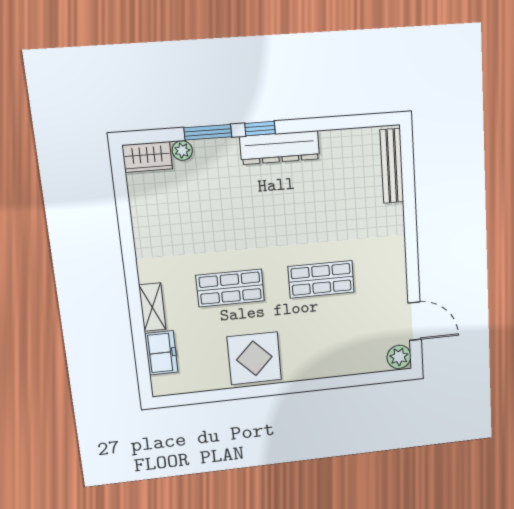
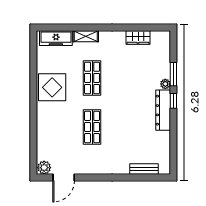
plant: (182, 150) -> (165, 84), moved
wardrobe: (147, 157) -> (138, 37), moved, turned -90
bench: (392, 166) -> (144, 169), width x0.73
freezer: (161, 353) -> (56, 38), width x1.40

